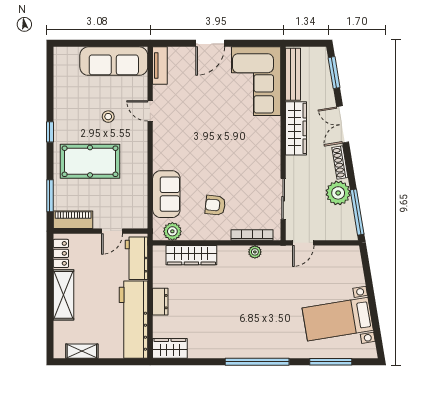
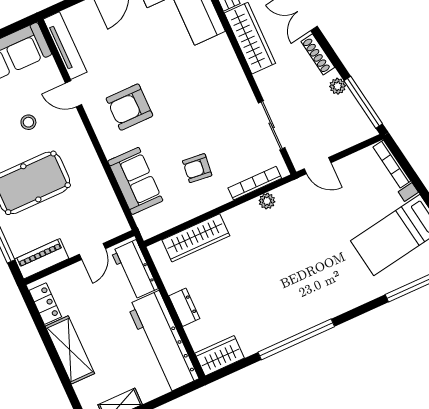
tv unit: (160, 66) -> (65, 46), width x1.41
armchair: (186, 139) -> (129, 107), added
plant: (338, 193) -> (338, 86), width x0.53, depth x0.53
plant: (172, 231) -> (162, 220), removed
door: (303, 243) -> (318, 166), hinge flipped
bookcase: (358, 266) -> (392, 164), added
window: (257, 362) -> (296, 339), moved

